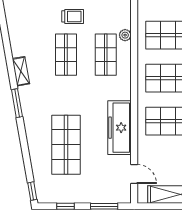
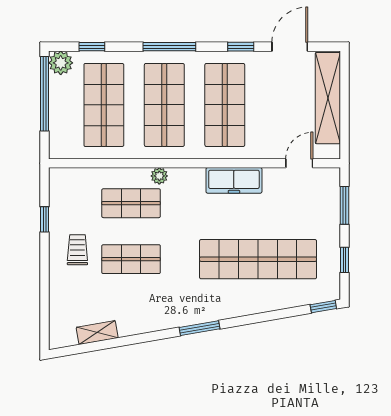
plant: (125, 35) -> (159, 176), moved
shelving: (21, 71) -> (97, 333), moved
freezer: (120, 128) -> (234, 180), width x0.73, depth x0.79
shop shelf: (66, 145) -> (258, 259), width x1.40

